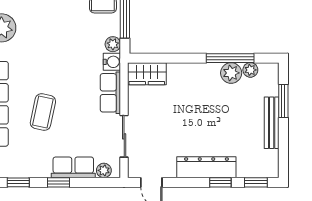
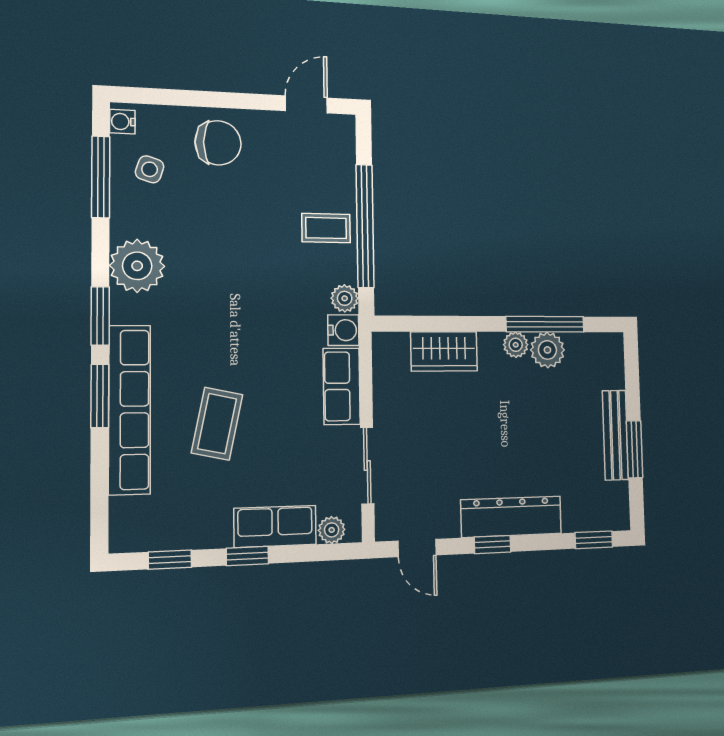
plant: (250, 70) -> (516, 345), moved
wardrobe: (147, 74) -> (444, 351), moved
window: (283, 101) -> (635, 449), moved
window: (220, 182) -> (493, 545), moved

